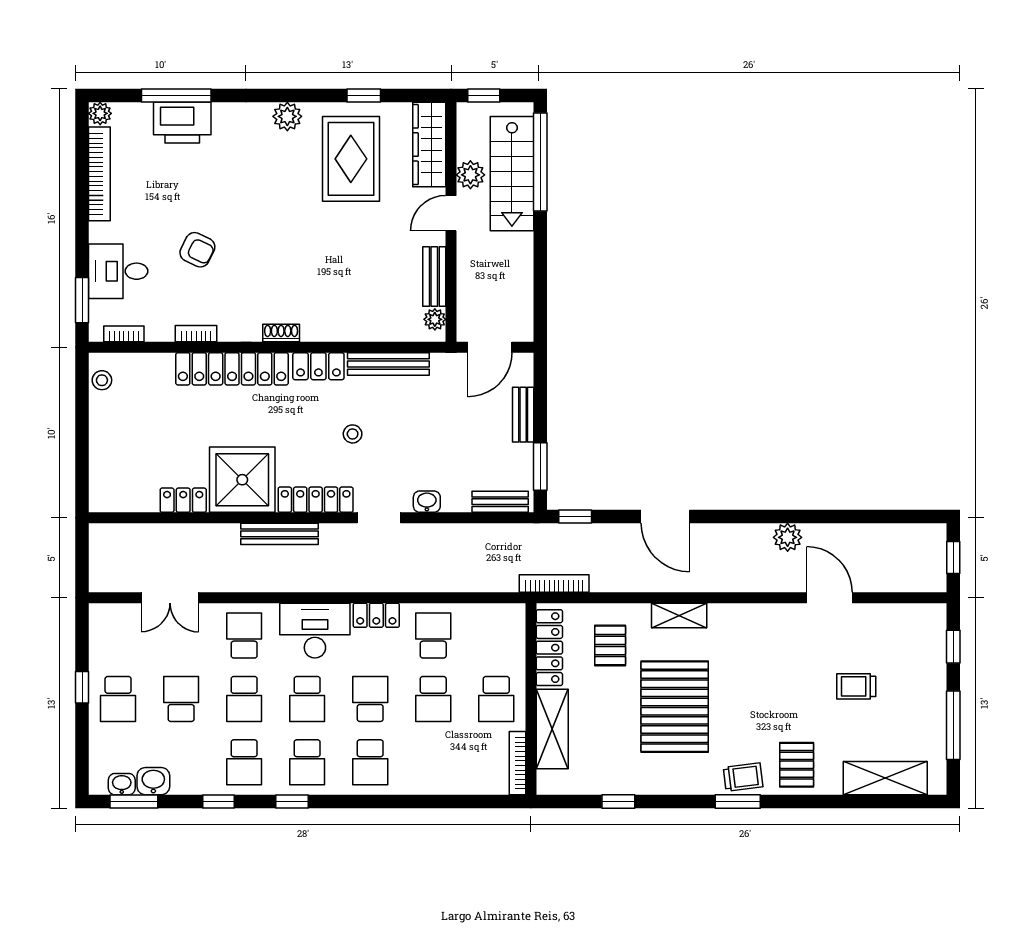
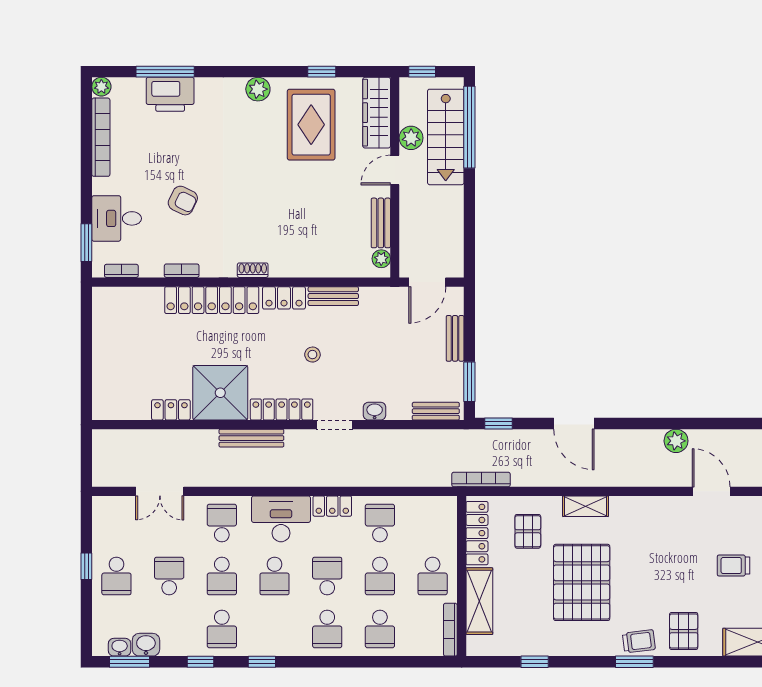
bench: (388, 364) -> (333, 296), width x0.73
stool: (102, 380) -> (103, 310), removed
school desk: (307, 762) -> (380, 629), moved

